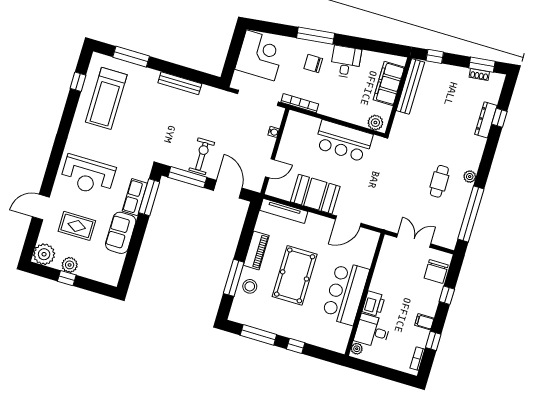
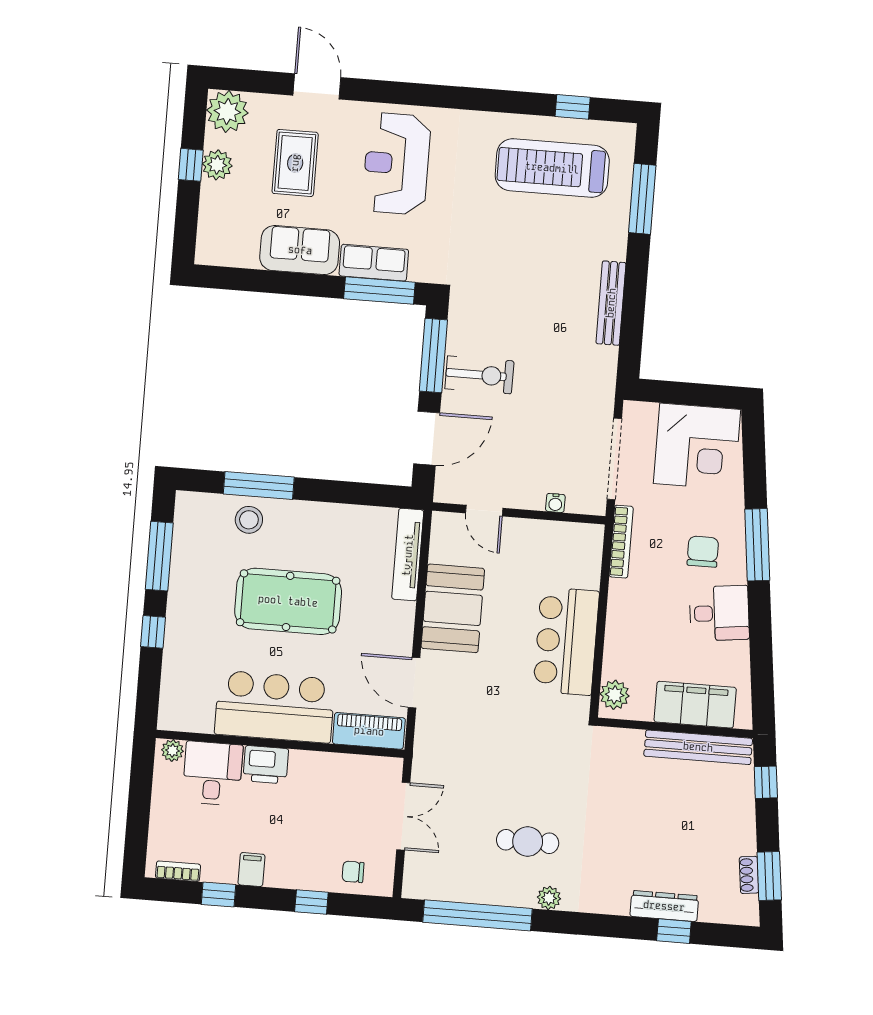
piano: (256, 250) -> (369, 731), moved, turned 180
chair: (436, 271) -> (353, 872), width x0.54, depth x0.54

